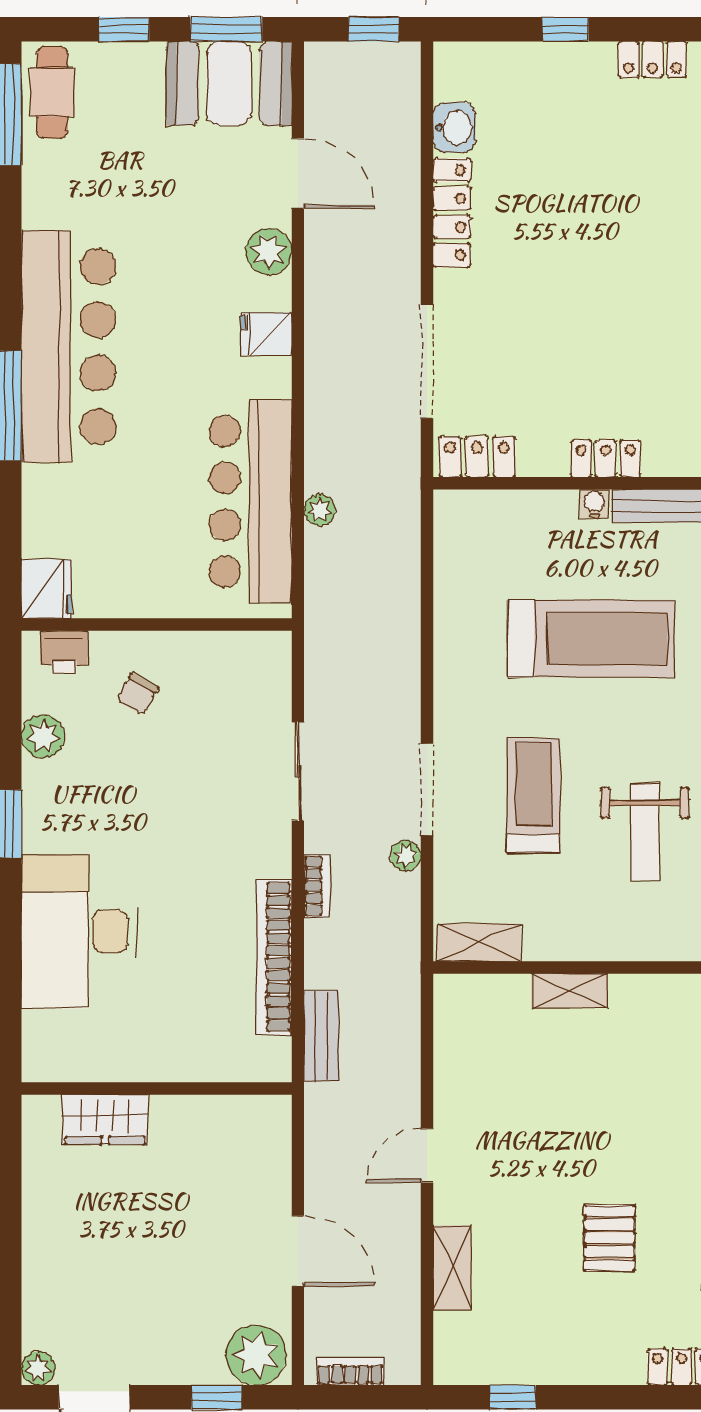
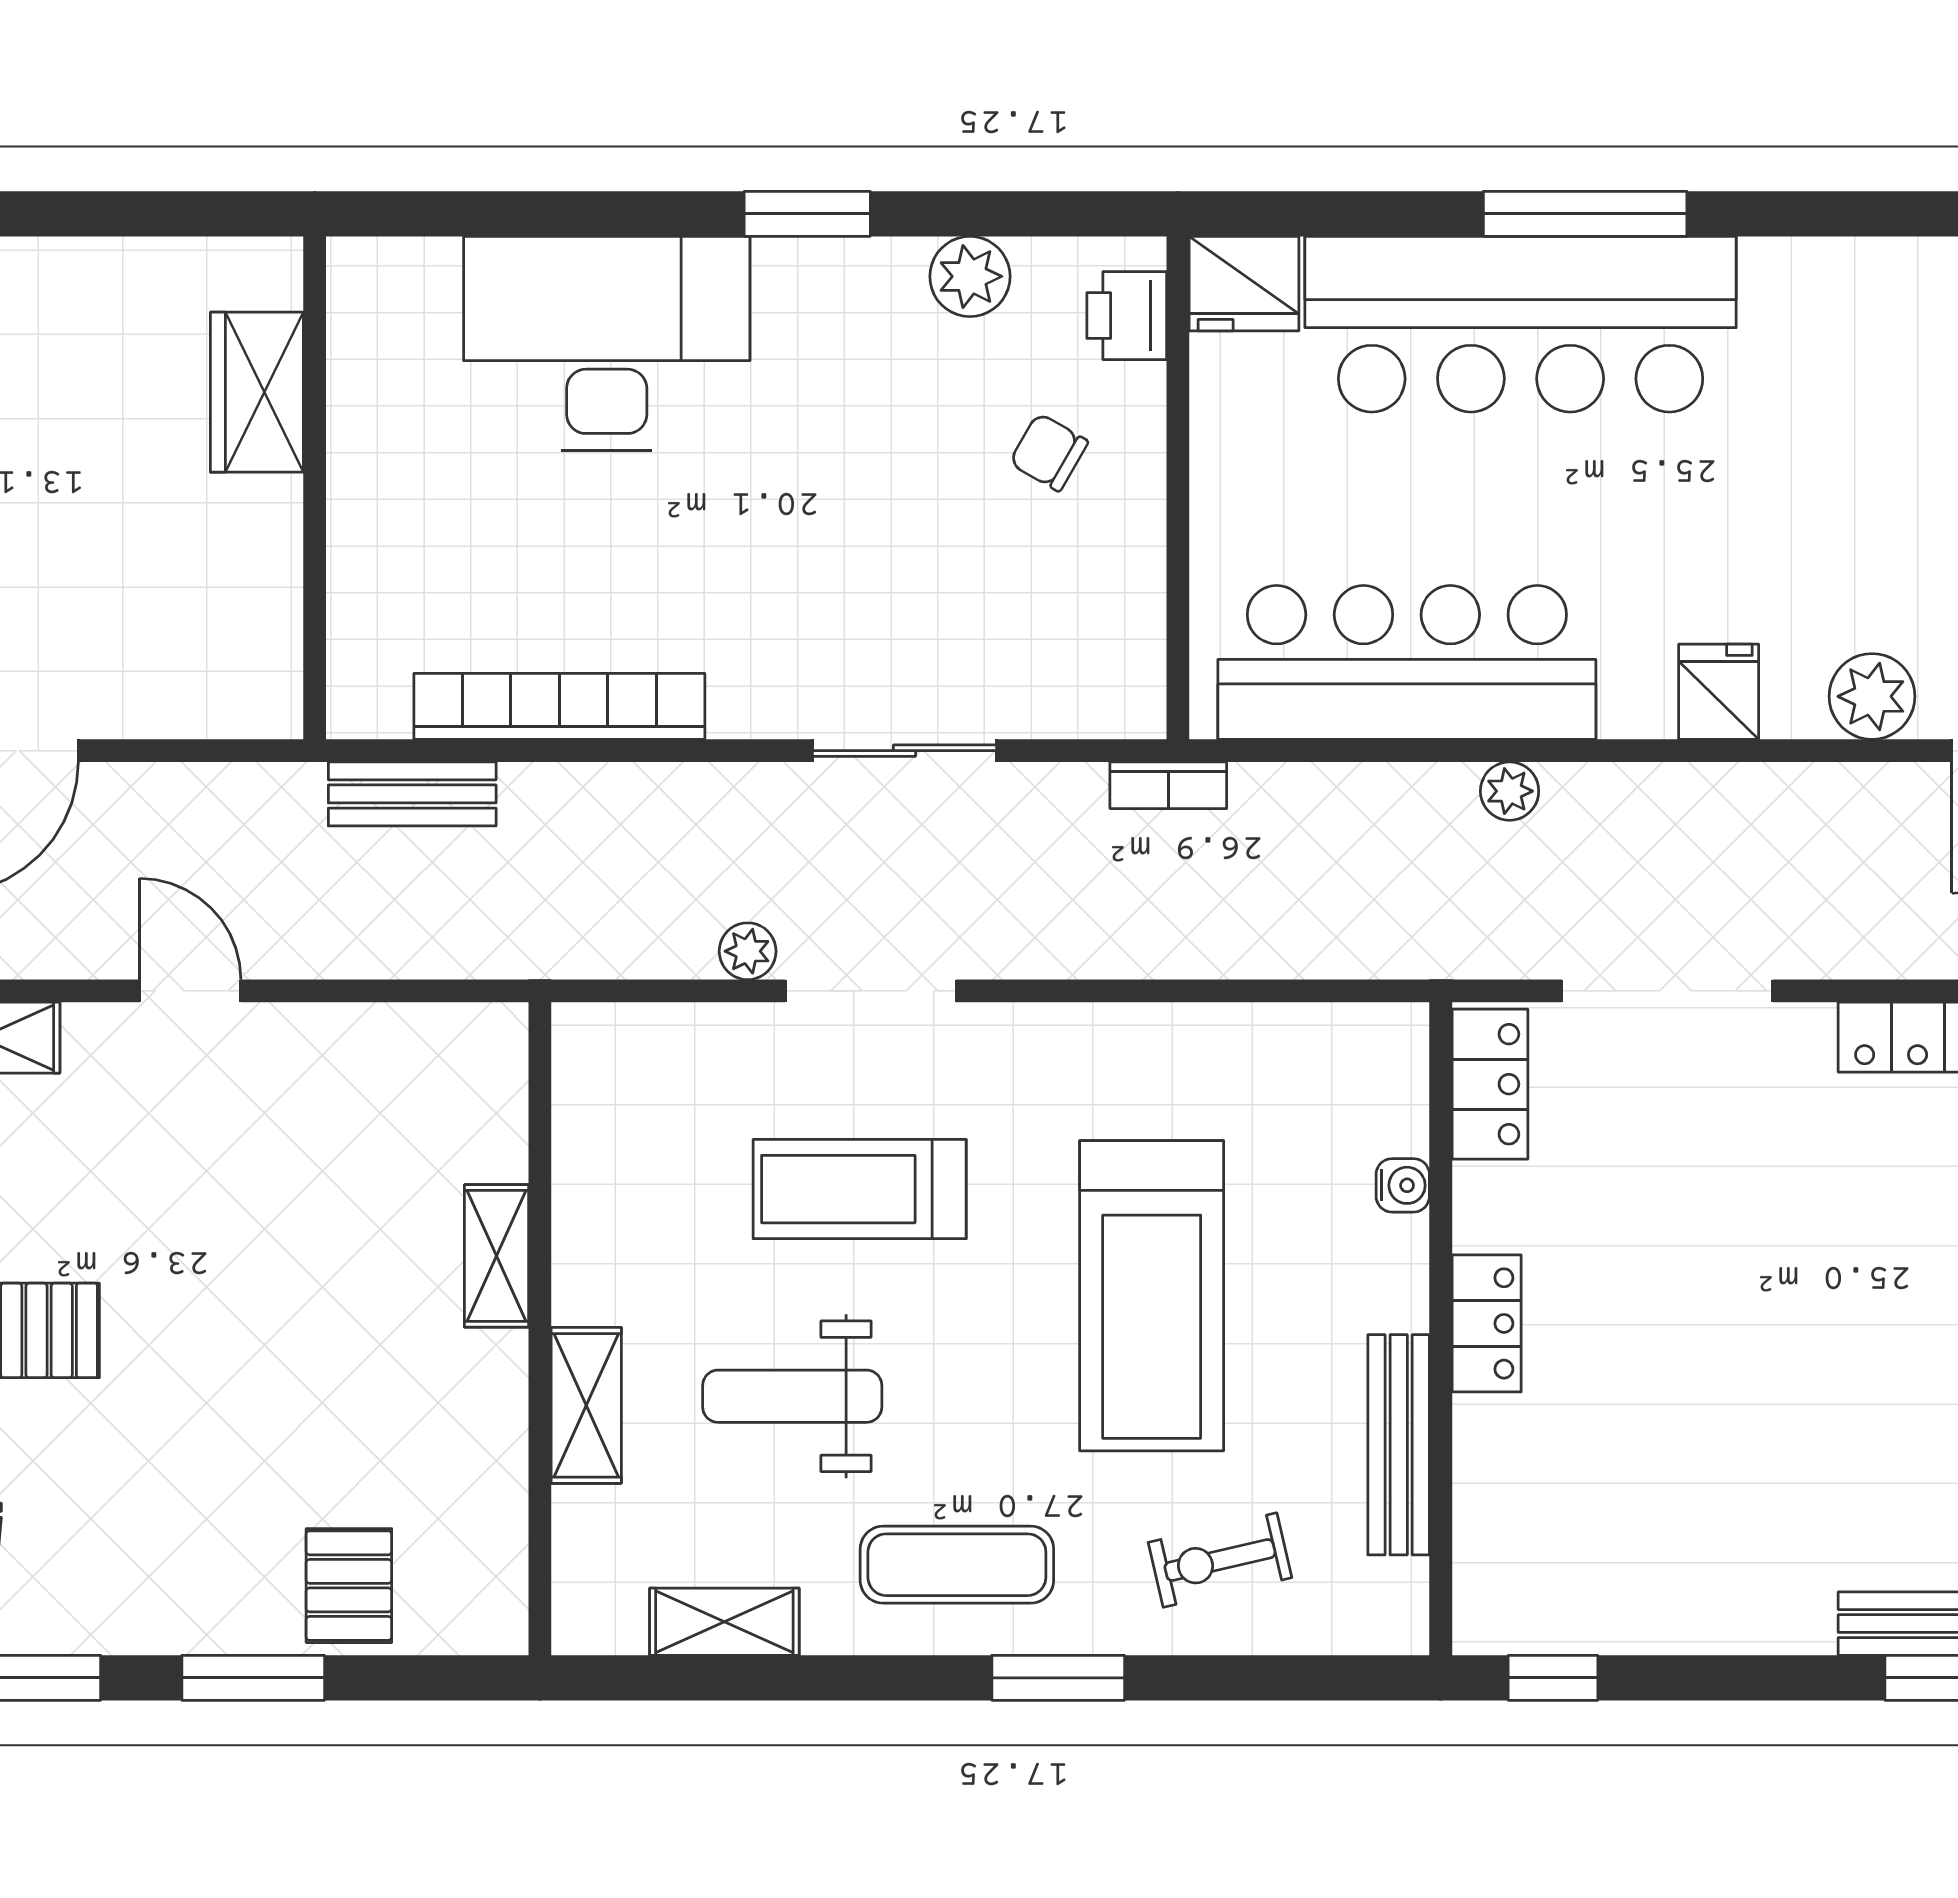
bar counter: (69, 346) -> (1521, 324), moved
water cooler: (594, 504) -> (1403, 1185), moved
plant: (320, 510) -> (1510, 791), moved
treadmill: (534, 796) -> (860, 1189), turned 180
bookcase: (316, 886) -> (1168, 785), moved
shelving: (479, 943) -> (586, 1405), moved

